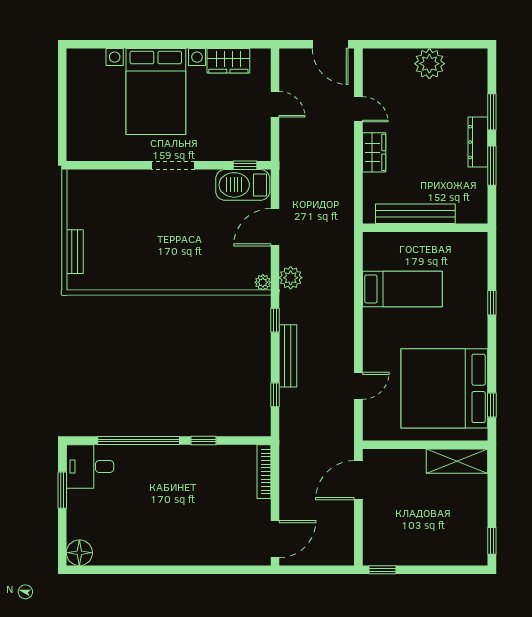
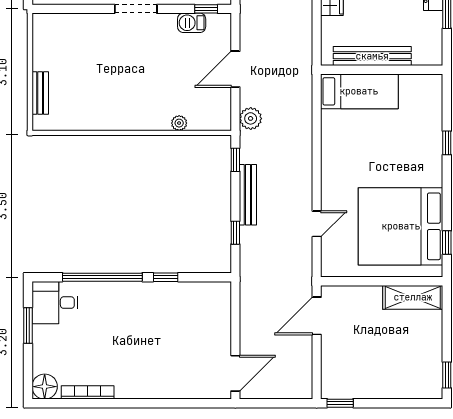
barbecue: (243, 185) -> (192, 23), width x0.53, depth x0.65
plant: (263, 282) -> (179, 123), moved
bed: (402, 289) -> (359, 91), moved
bookcase: (264, 472) -> (88, 392), moved, turned 90

